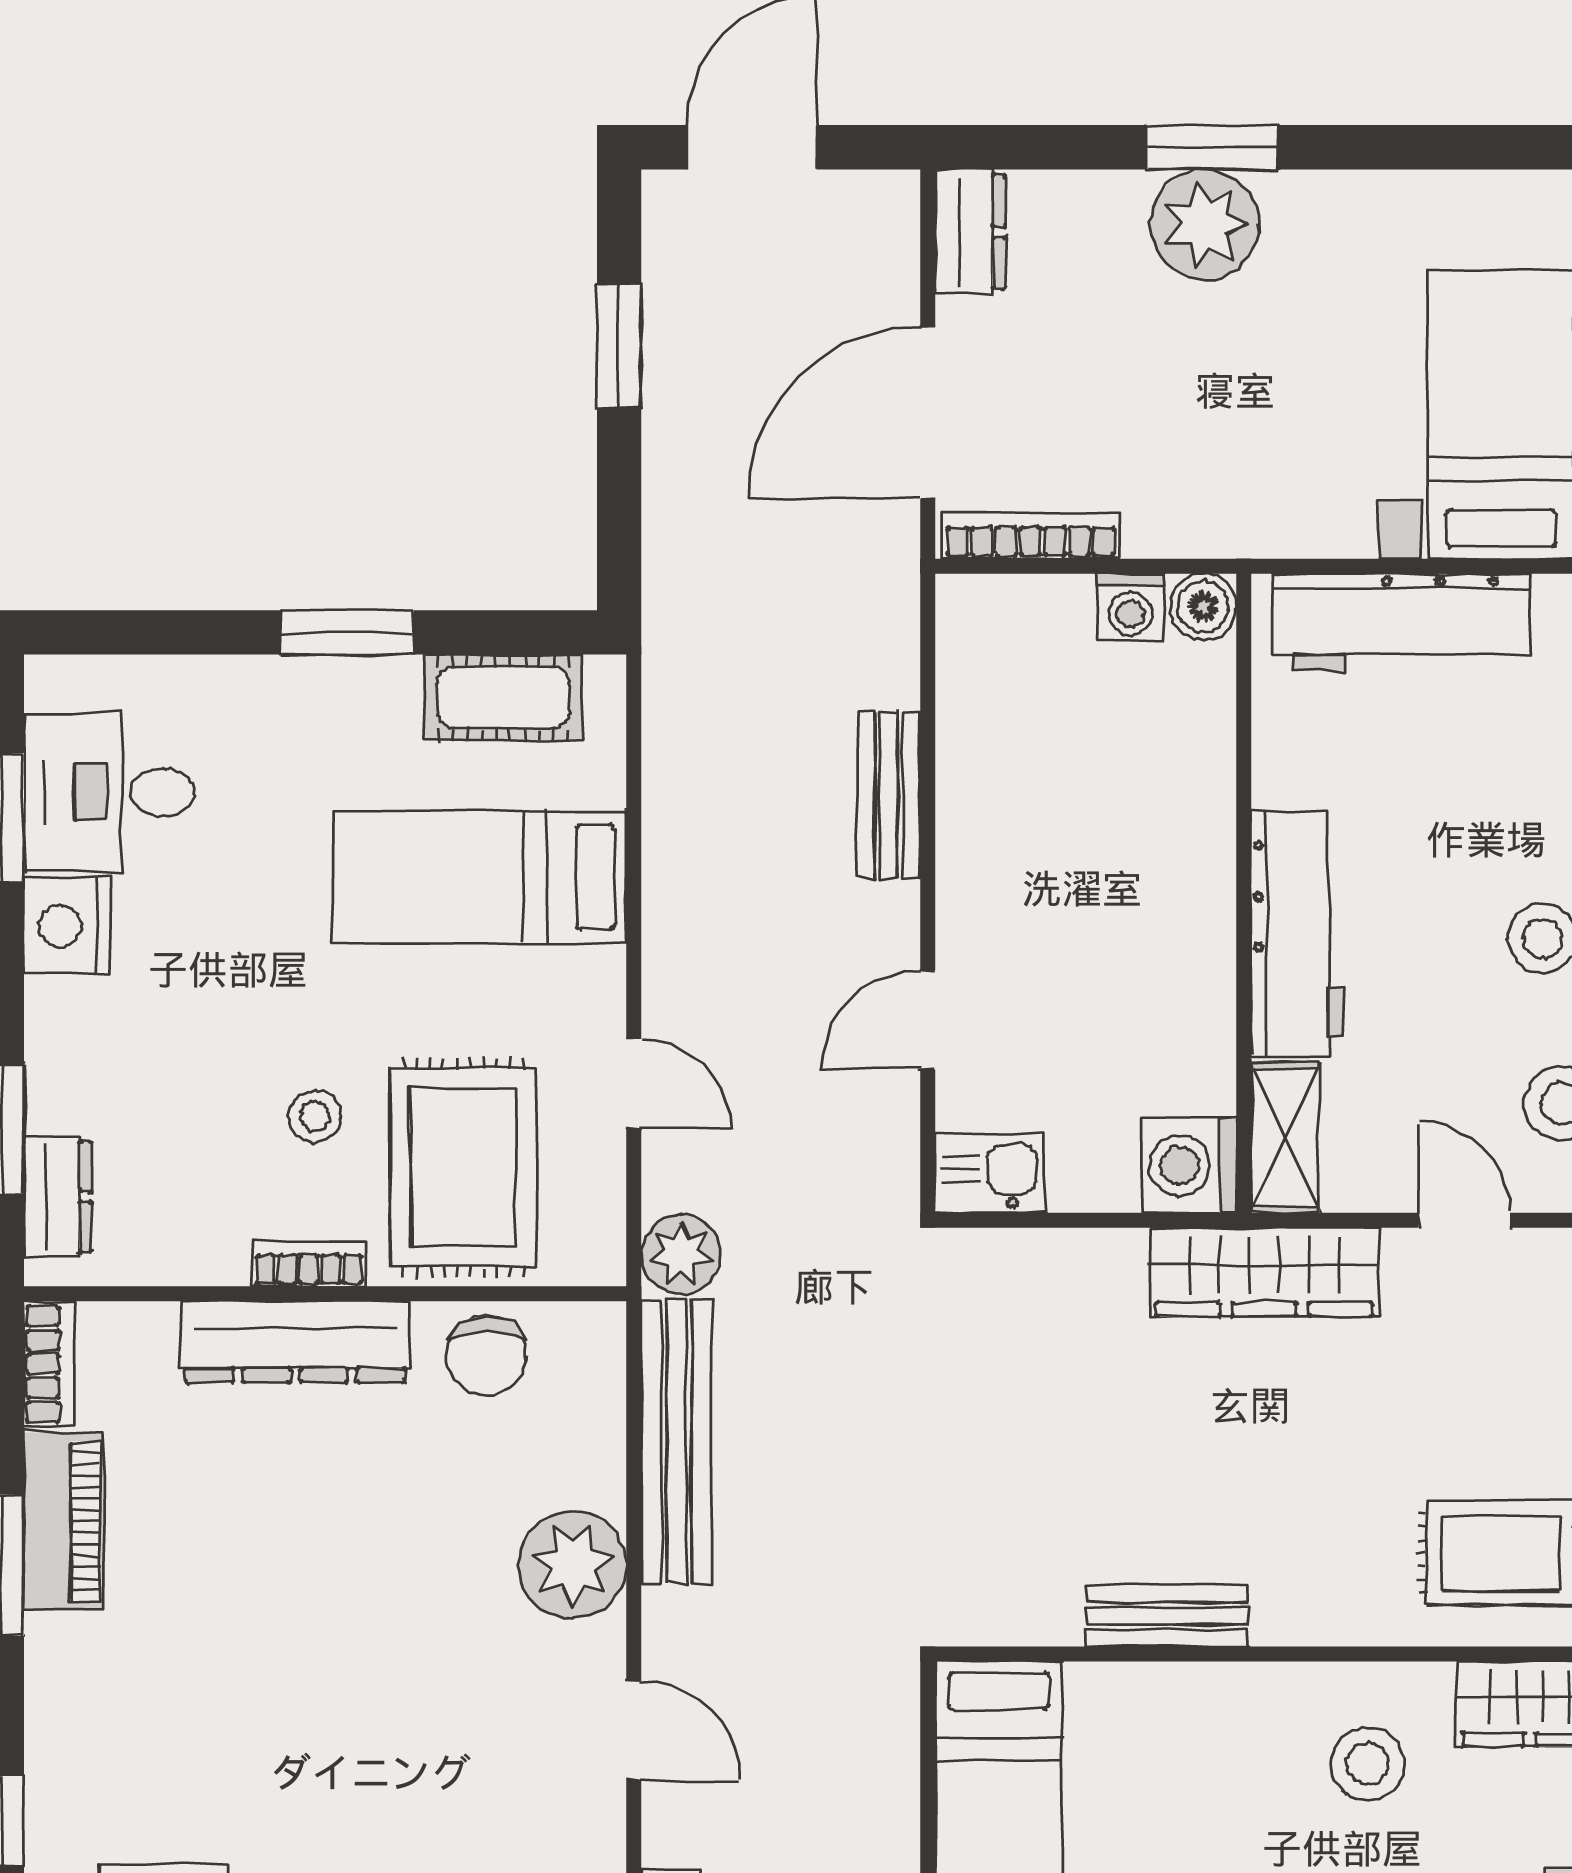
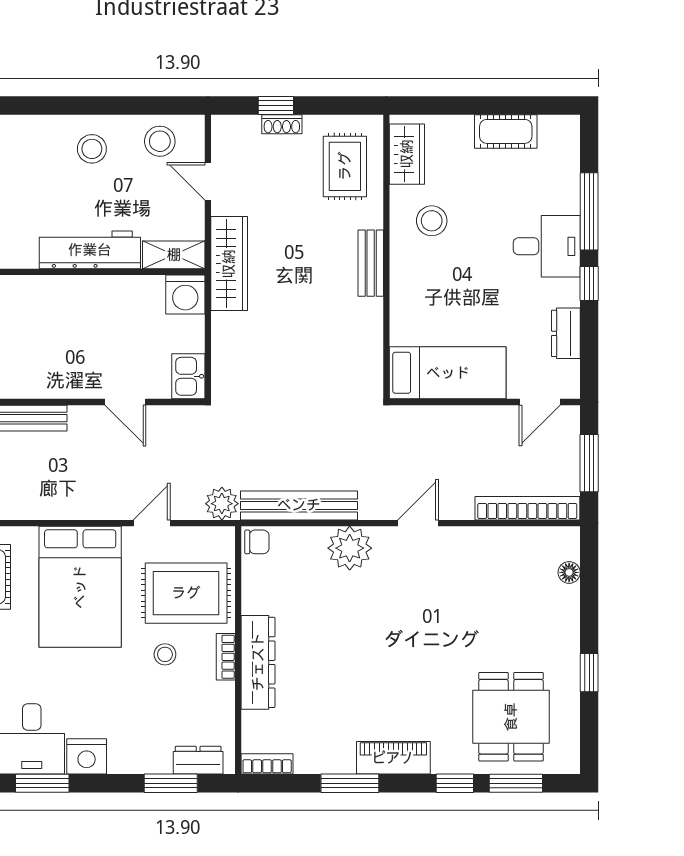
bed: (479, 877) -> (80, 587), width x1.50
door: (1464, 1220) -> (208, 181), hinge flipped
chair: (486, 1355) -> (257, 542), moved, width x0.73, depth x0.73
piano: (64, 1522) -> (393, 758), moved
bench: (1167, 1616) -> (371, 263), moved

